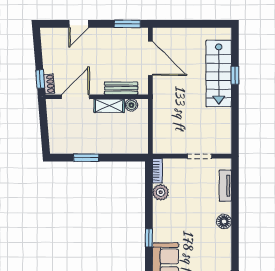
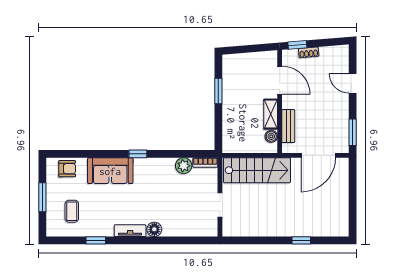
stairs: (219, 73) -> (257, 170), moved, turned 180
shoe rack: (49, 84) -> (309, 52), moved
tv unit: (225, 186) -> (130, 231), moved

